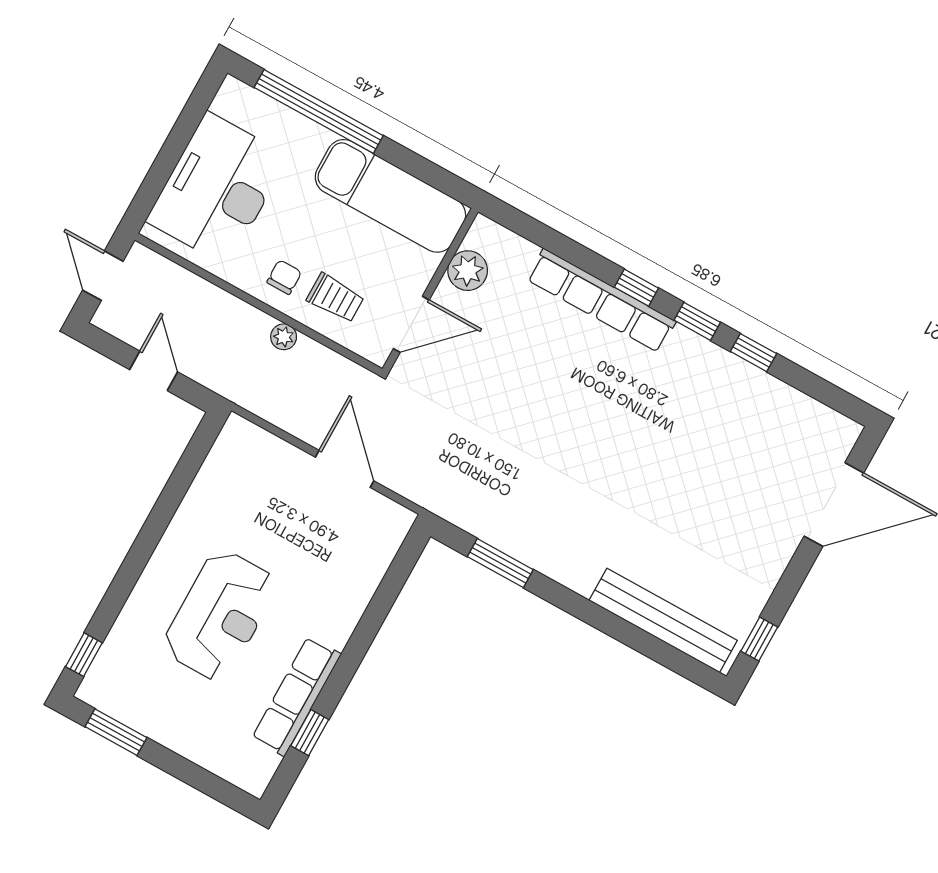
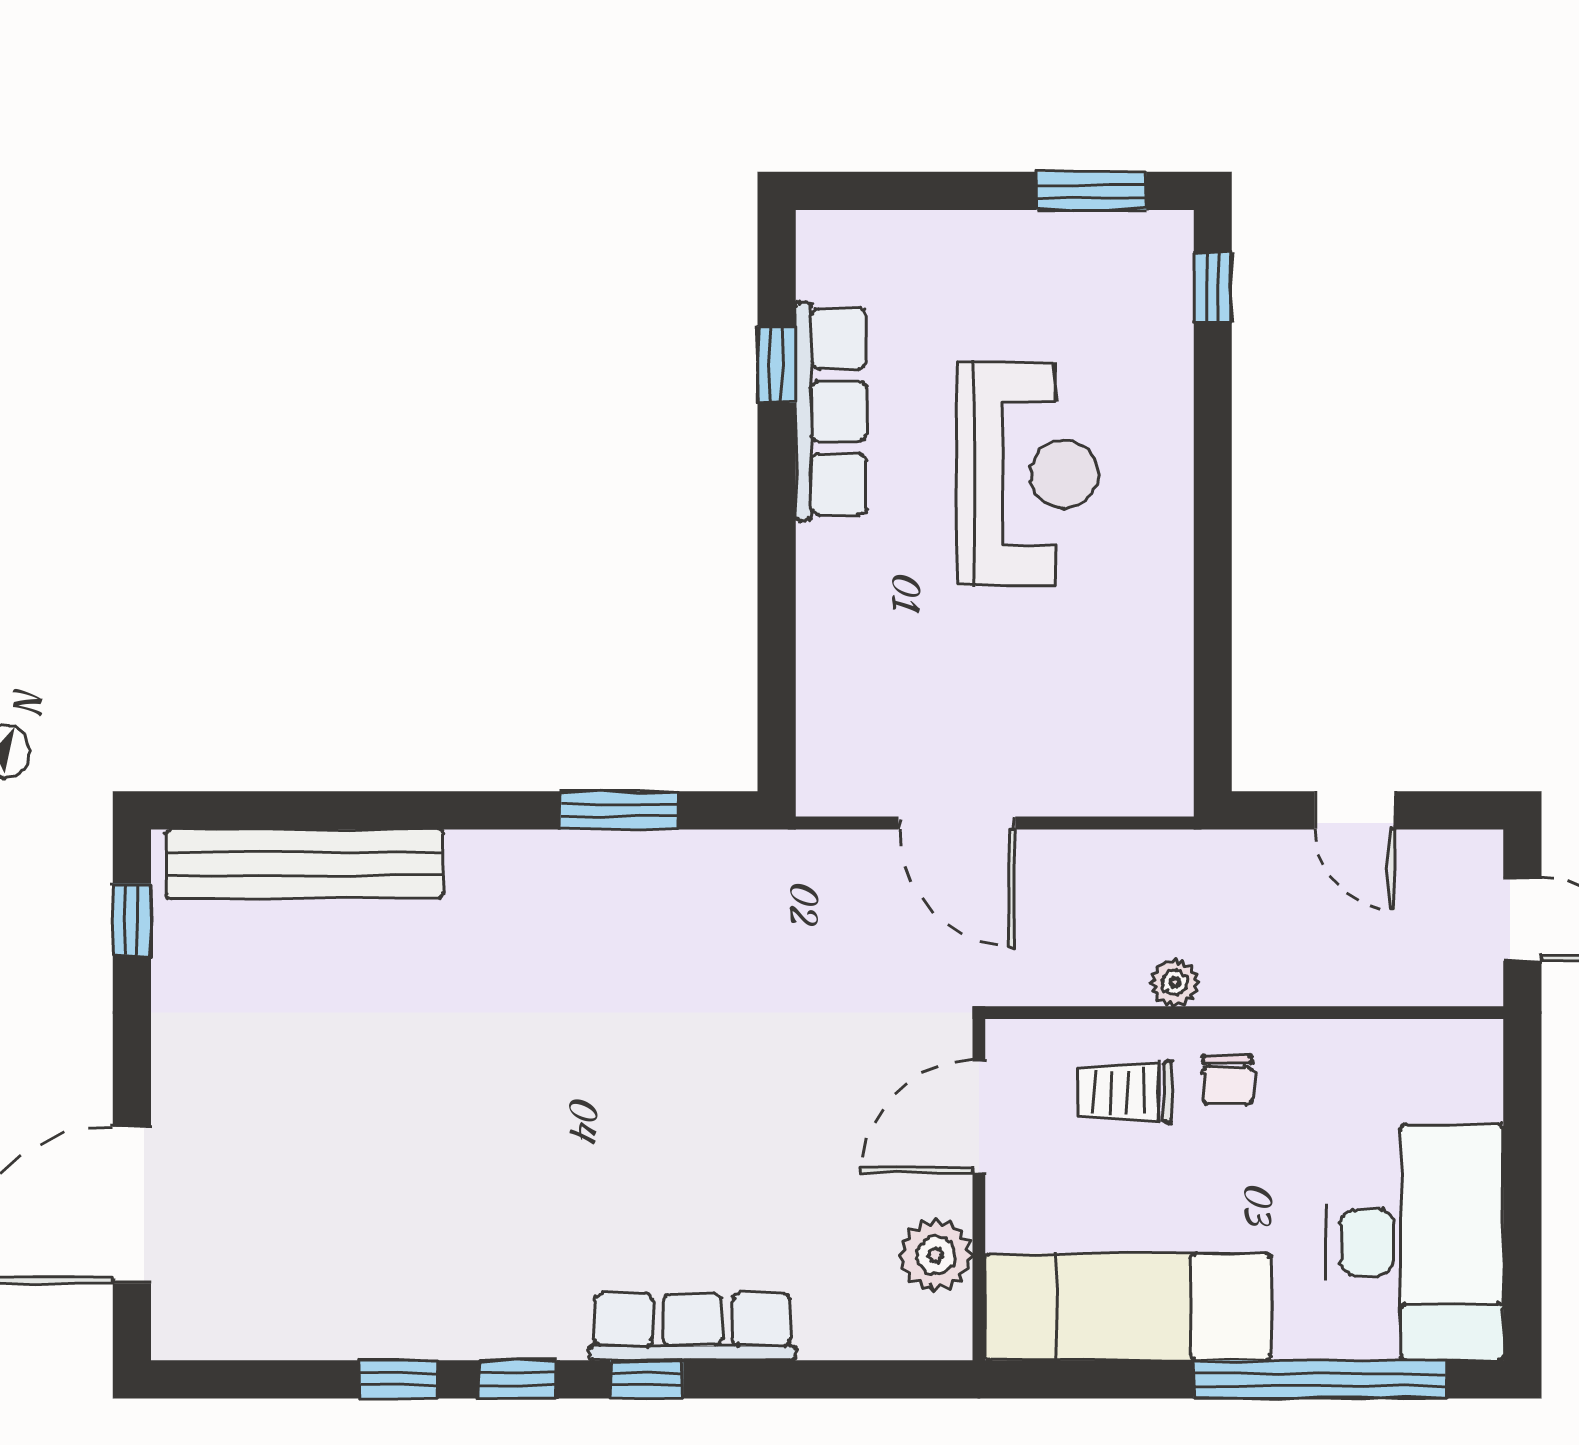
desk: (217, 189) -> (1415, 1242), moved
row of seats: (601, 300) -> (692, 1327), width x0.73
reception desk: (220, 615) -> (1027, 474), turned 180

